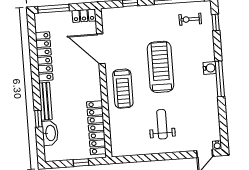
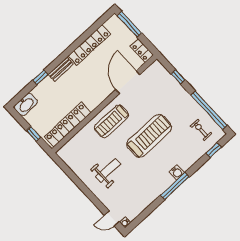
bench: (46, 101) -> (61, 69), width x0.73
washbasin: (50, 133) -> (26, 104), moved

